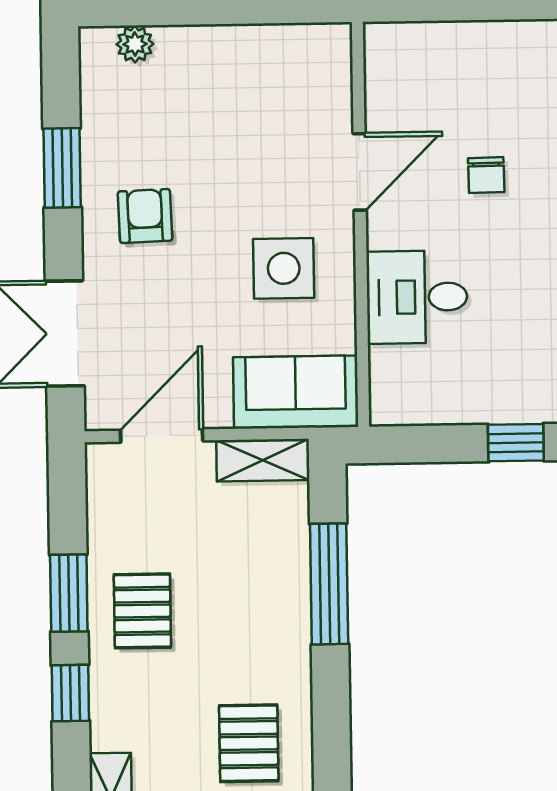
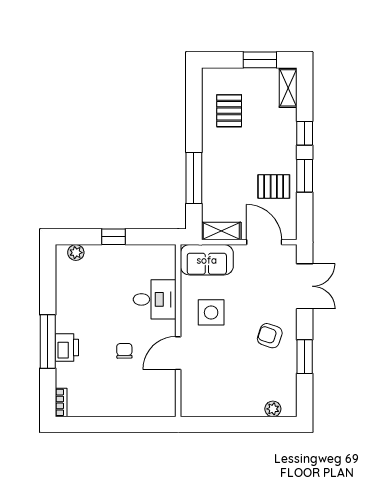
armchair: (145, 216) -> (270, 336), turned 111
door: (162, 436) -> (264, 242), swing flipped
pallet: (142, 611) -> (274, 186), moved, turned 90

